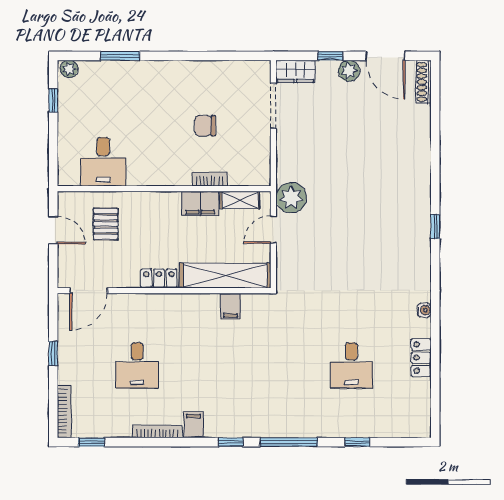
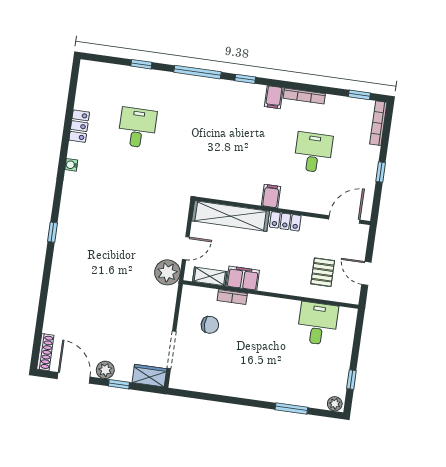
chair: (205, 126) -> (210, 325), moved
filing cabinet: (231, 306) -> (271, 196), moved

